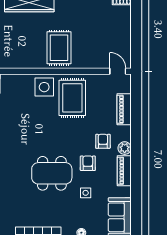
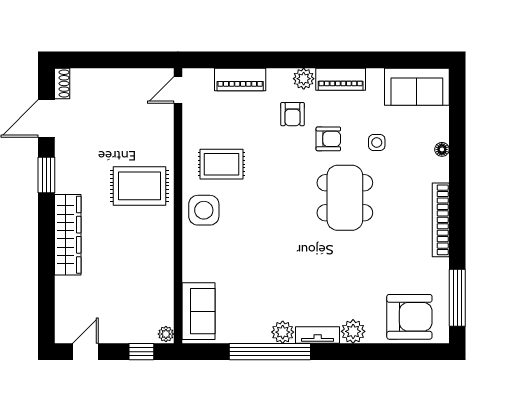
rug: (72, 98) -> (221, 164), width x0.73, depth x0.70
armchair: (103, 141) -> (293, 114), turned -90
armchair: (88, 163) -> (328, 139), turned 180

